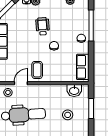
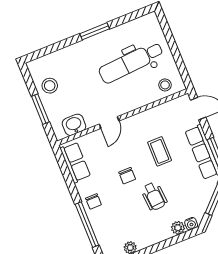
coffee table: (37, 70) -> (160, 151), moved
door: (21, 83) -> (109, 122), moved
stool: (68, 115) -> (50, 86), moved

